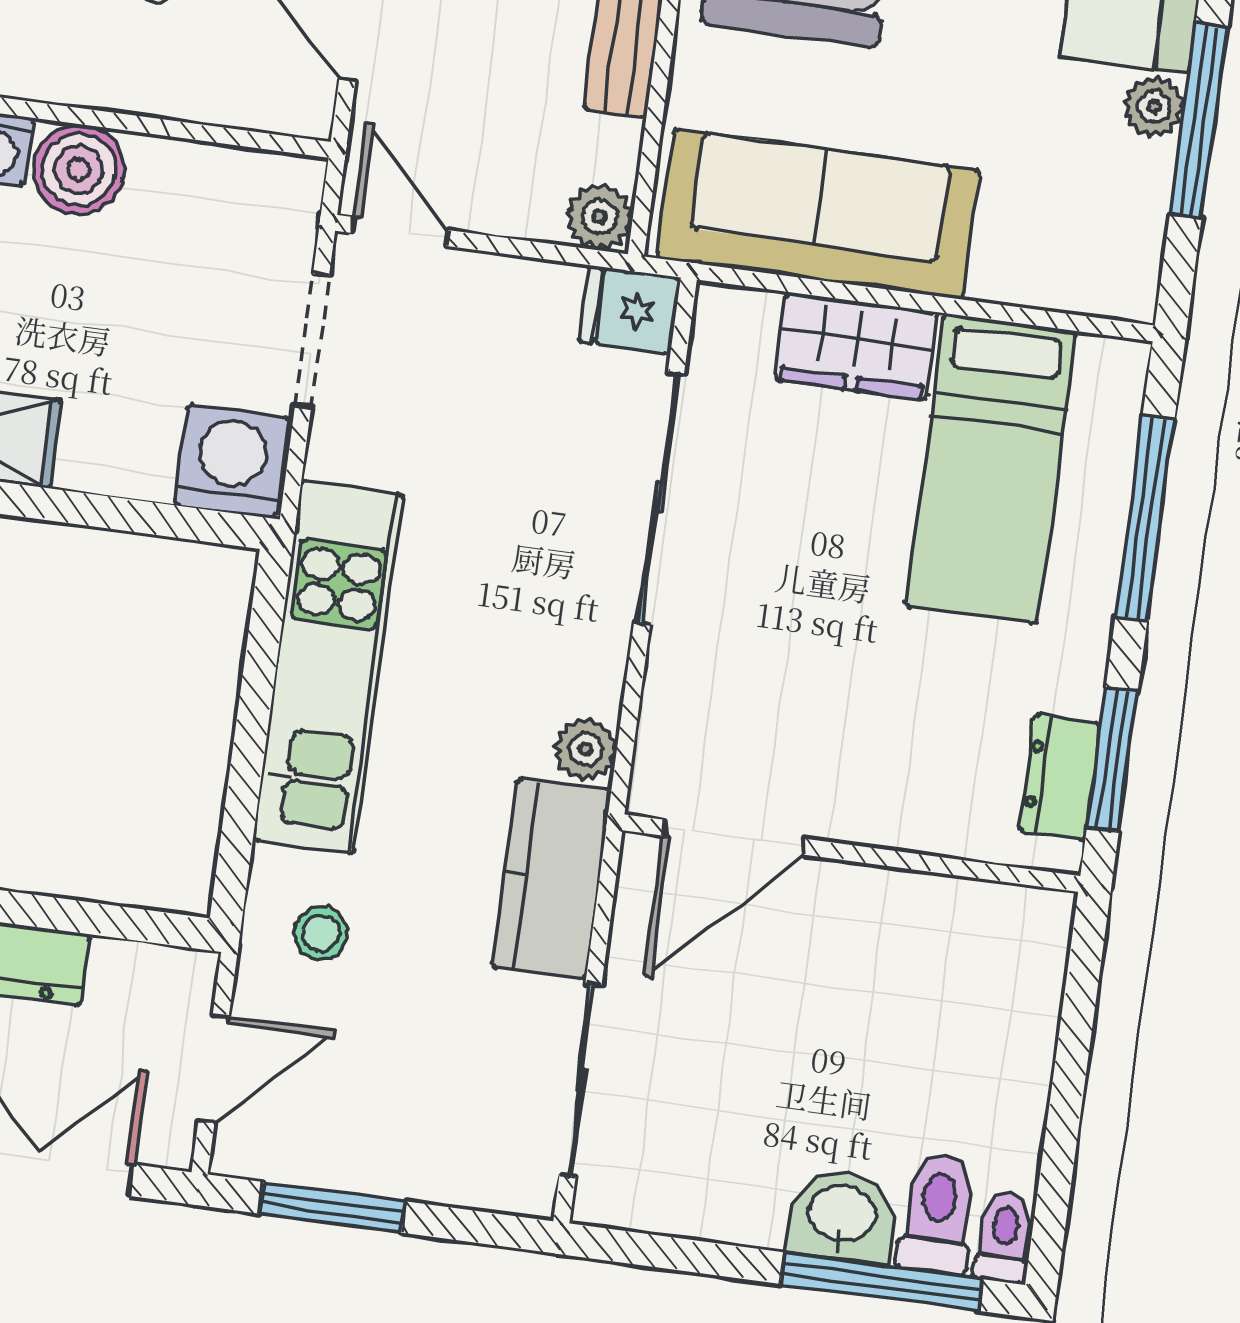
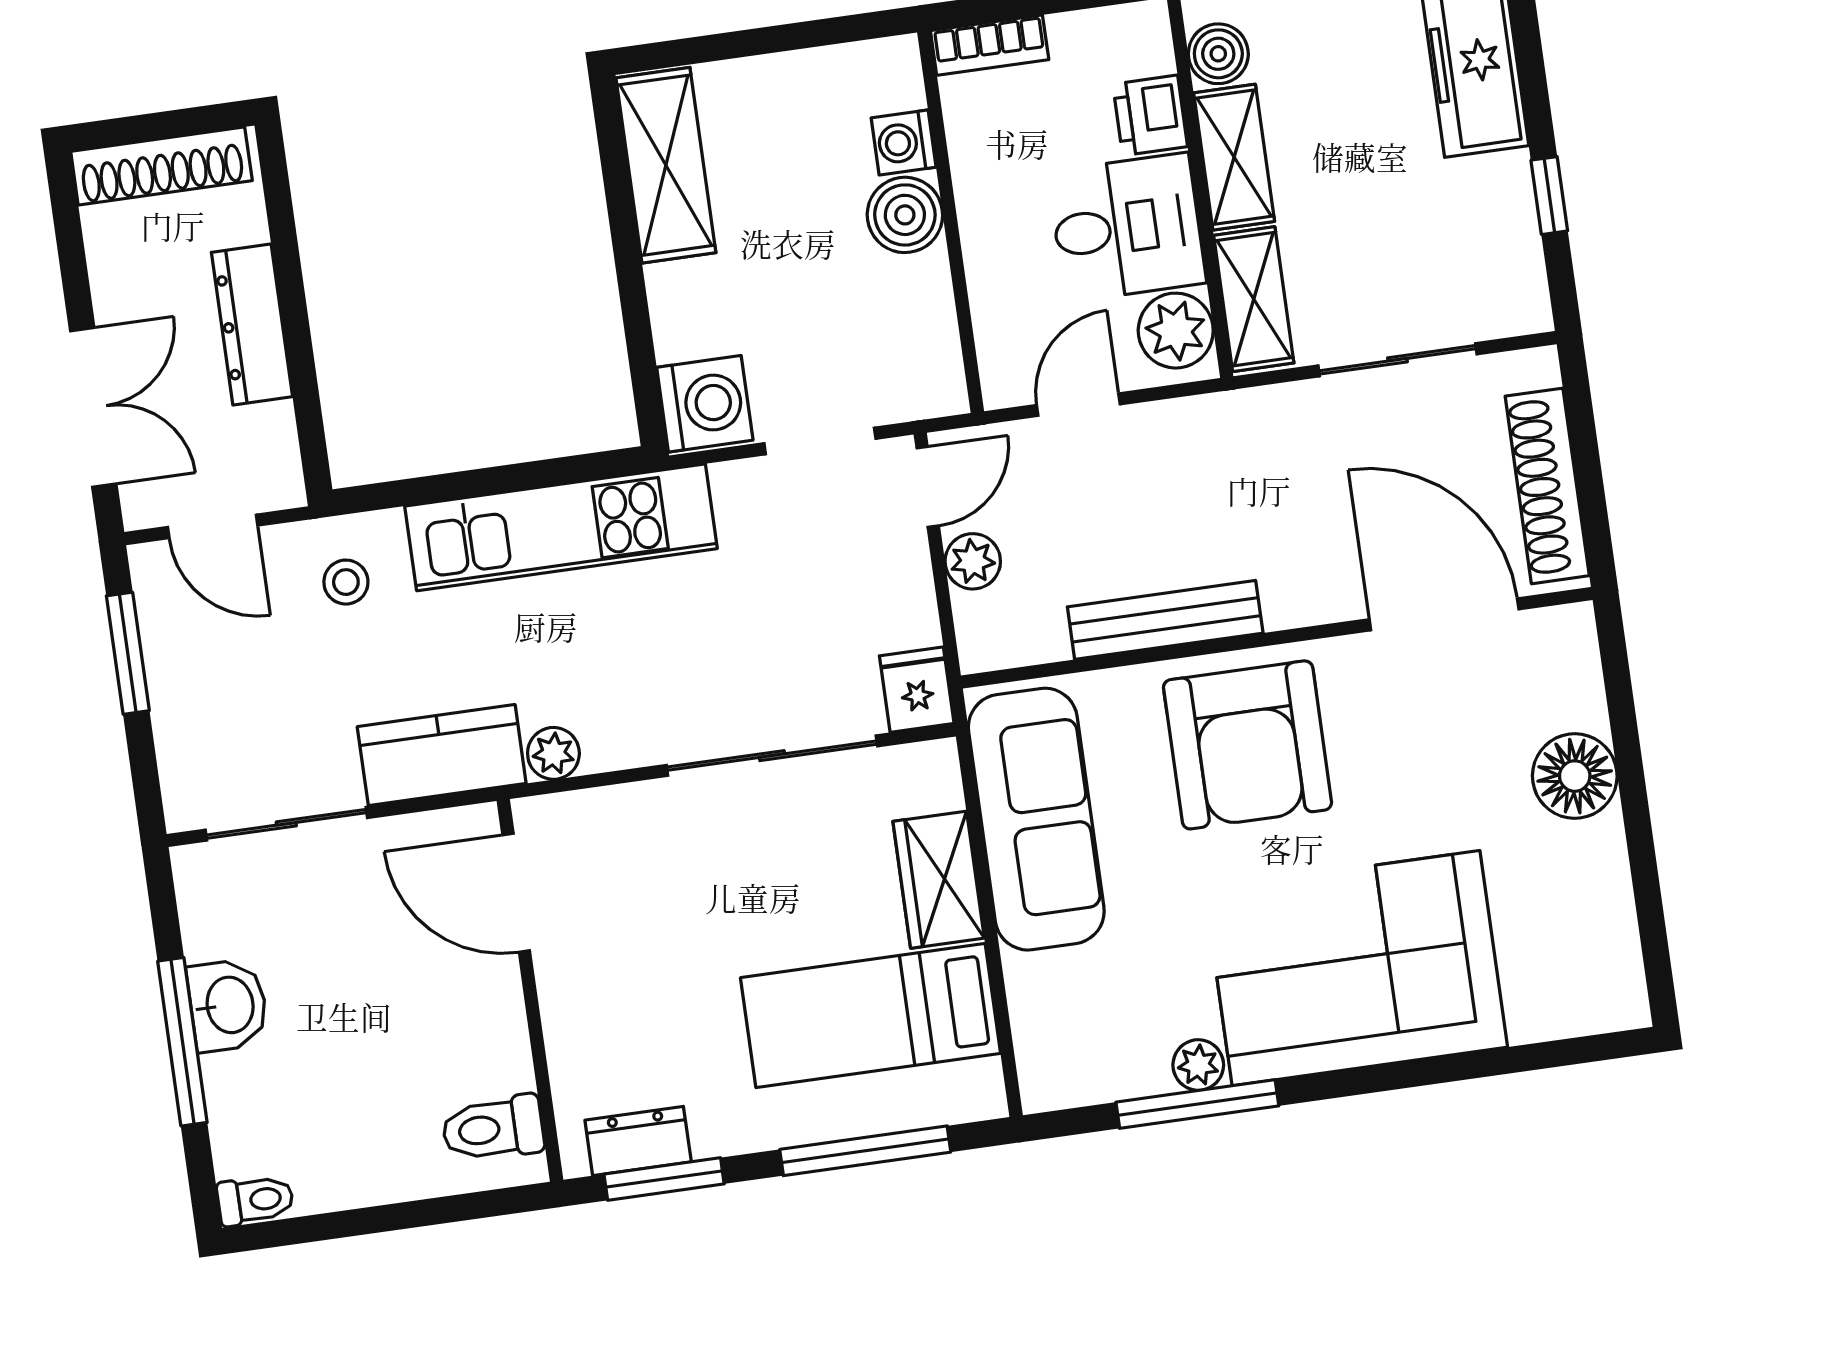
plant: (600, 217) -> (973, 561), moved
toilet: (938, 1214) -> (493, 1129), moved, turned 180
washbasin: (842, 1216) -> (228, 1005), moved
window: (881, 1282) -> (182, 1042), moved

